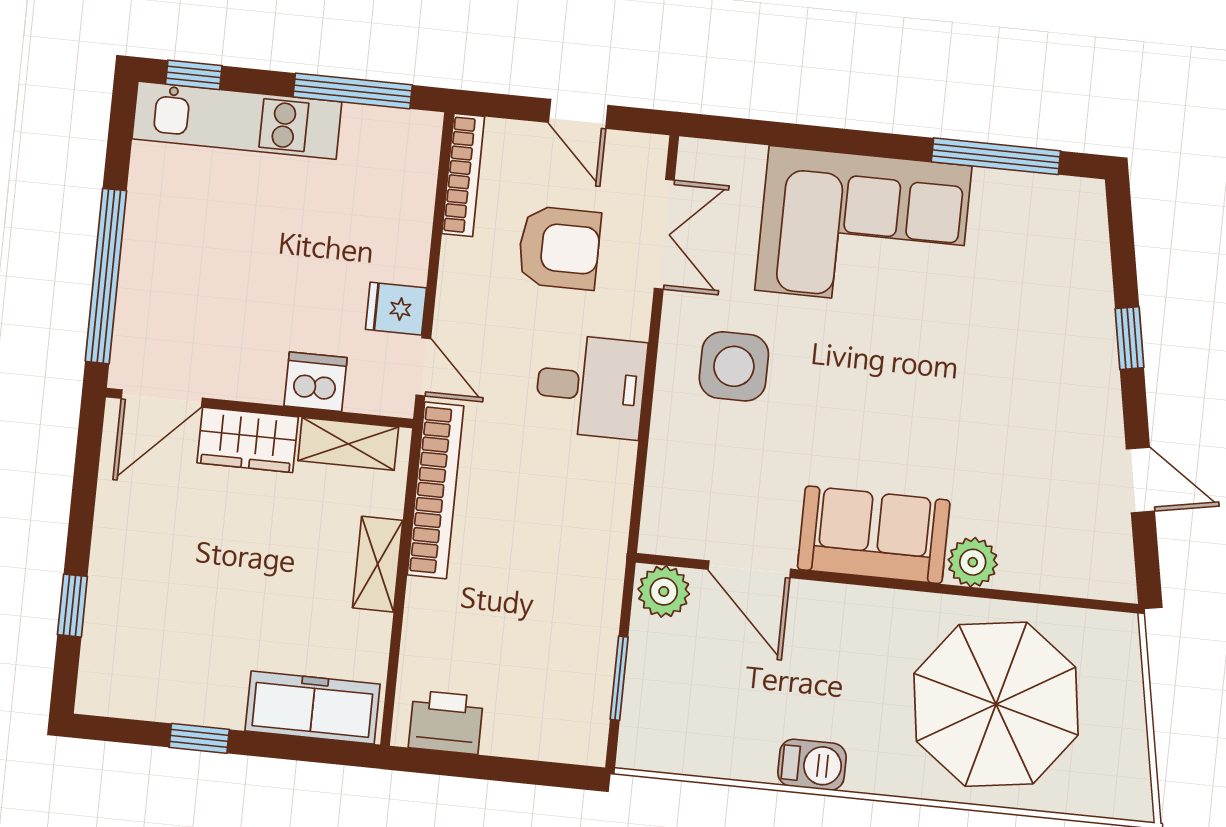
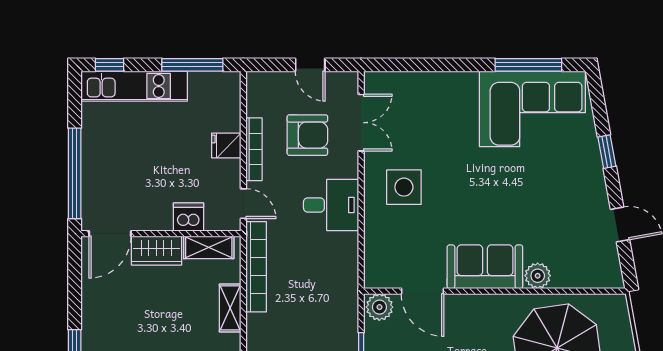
bookcase: (463, 175) -> (254, 149), moved
corner sofa: (863, 228) -> (532, 109), moved
fridge: (396, 309) -> (226, 145), moved

